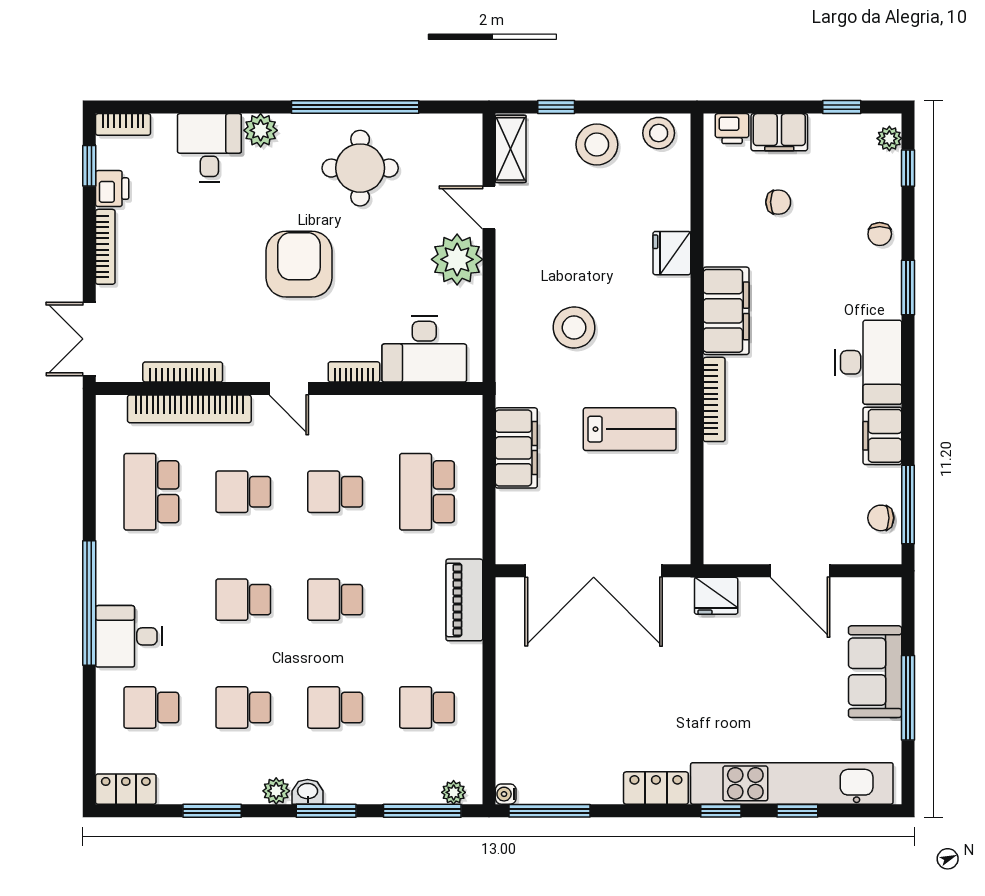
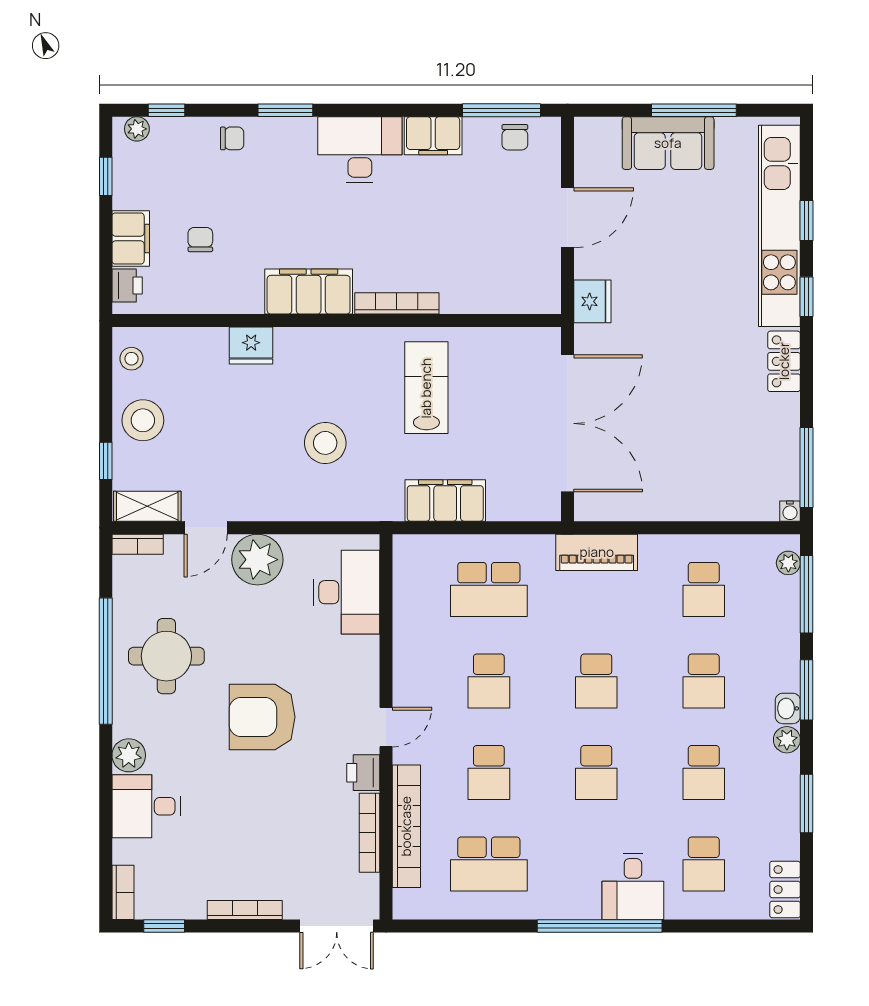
stool: (659, 133) -> (131, 359), width x0.73, depth x0.73
printer: (112, 189) -> (363, 773), moved, turned -90
bookcase: (354, 372) -> (138, 544), moved, turned -90

